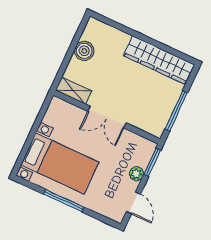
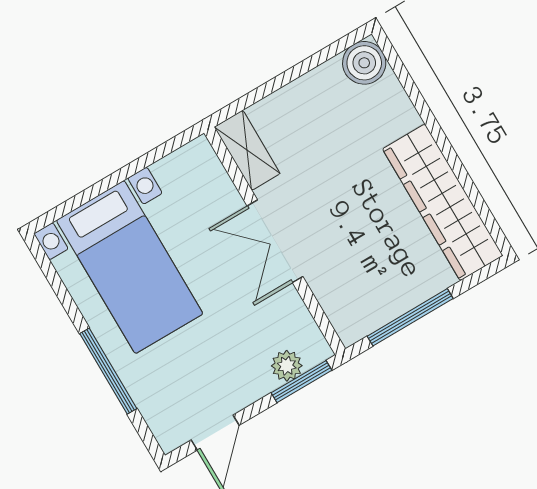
boiler: (84, 51) -> (364, 63), moved
plant: (137, 174) -> (287, 366), moved
window: (64, 201) -> (108, 371), moved

